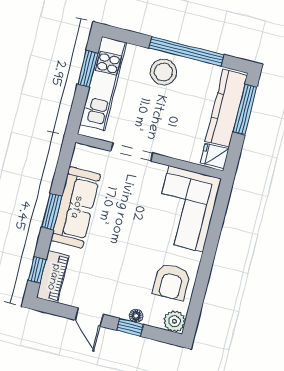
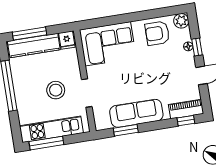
window: (88, 69) -> (46, 143), width x1.44
stool: (164, 72) -> (56, 90), moved
window: (52, 212) -> (126, 130), moved
armchair: (172, 282) -> (157, 33), turned 180

